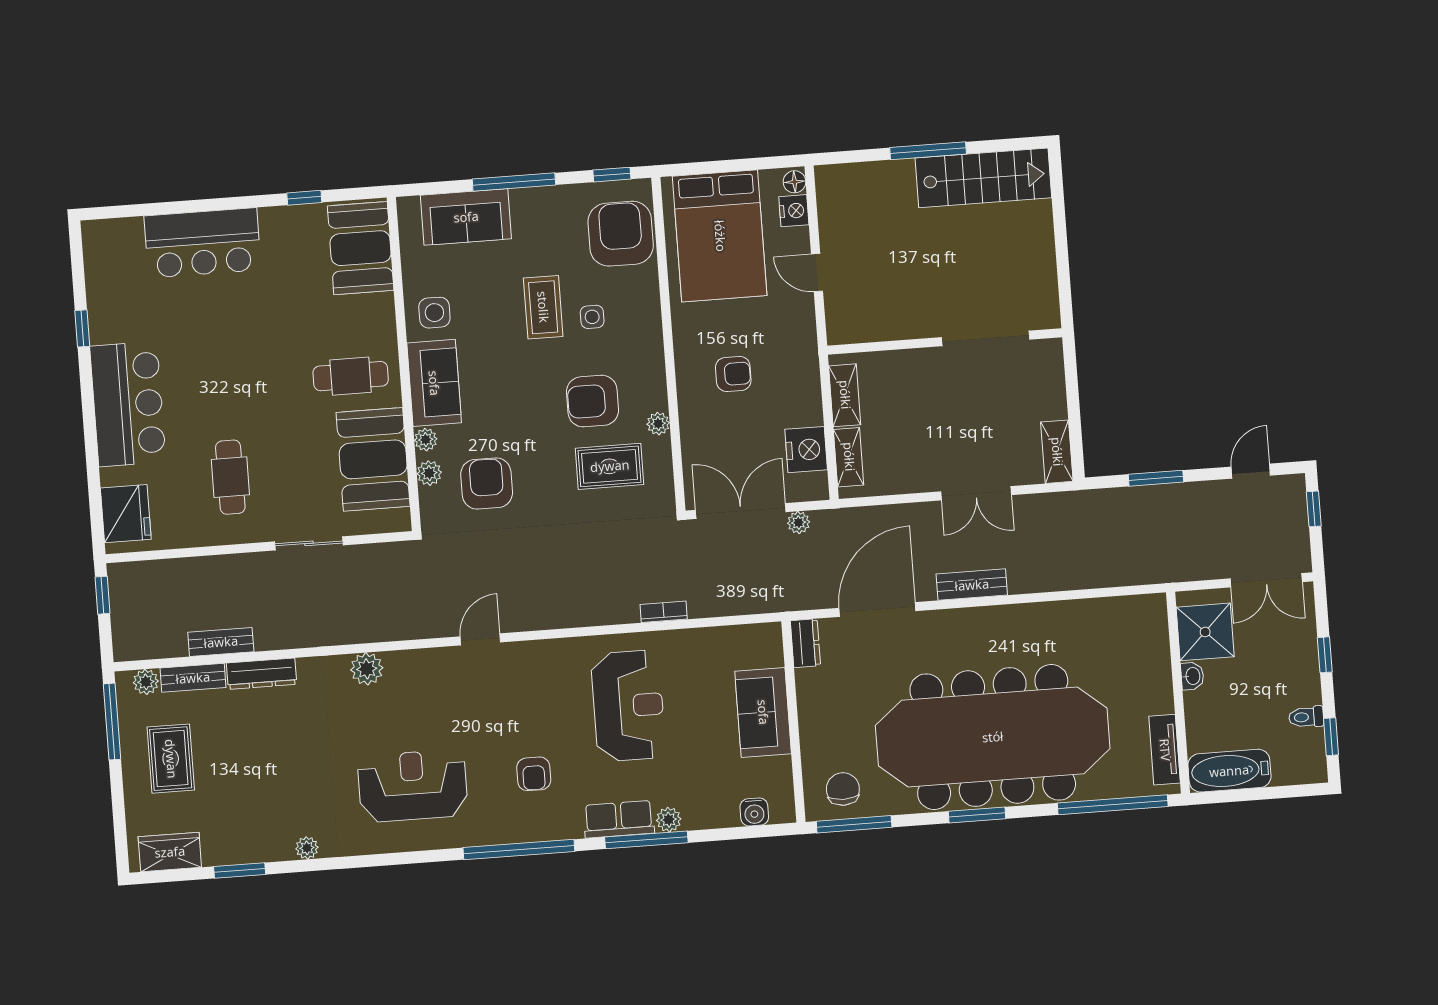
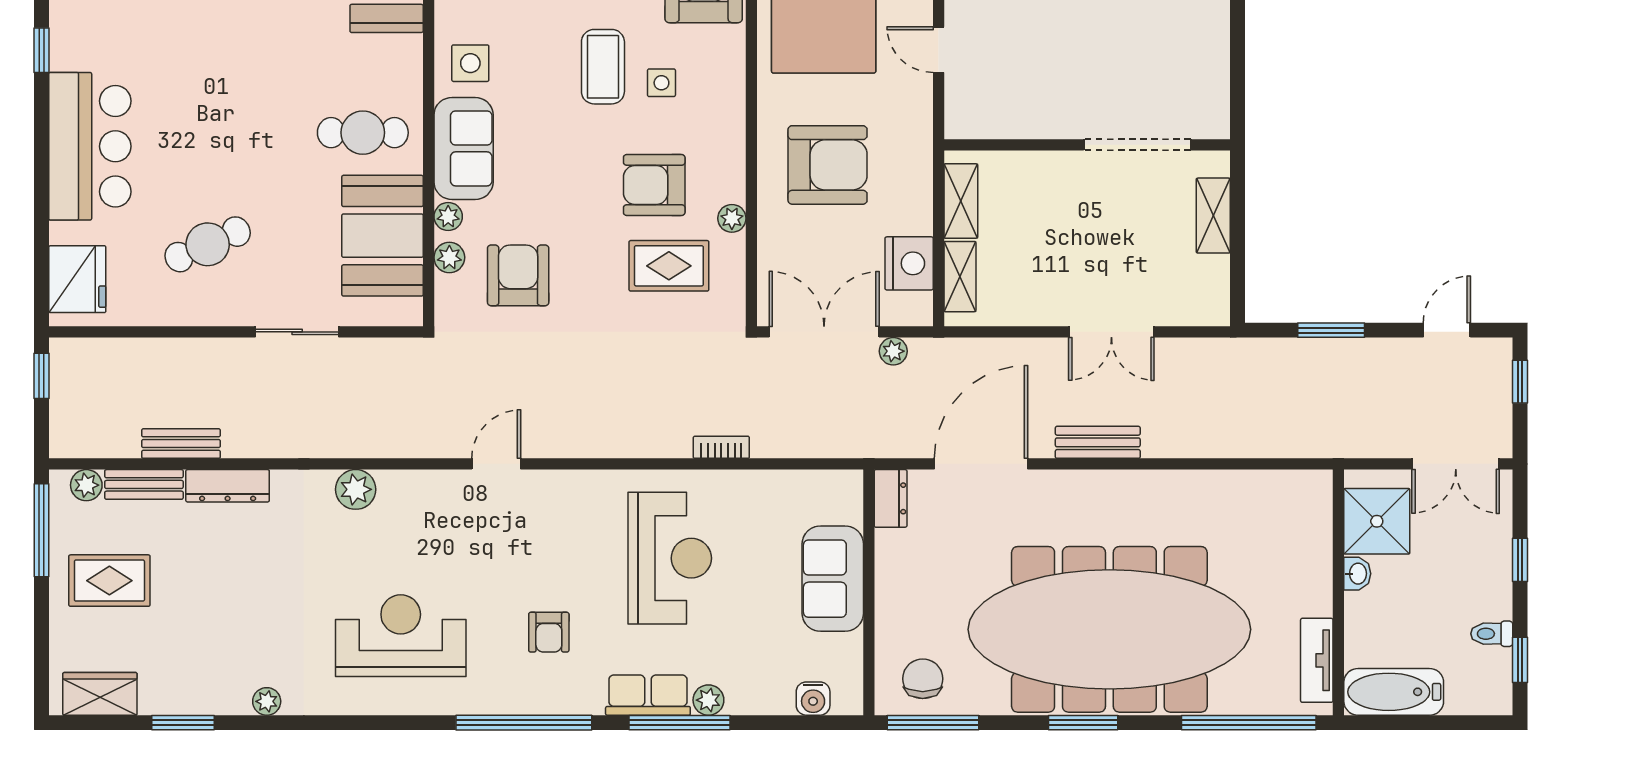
armchair: (733, 374) -> (828, 165), width x1.88, depth x1.88
shelving: (1057, 452) -> (1213, 216), moved
cafe table: (230, 477) -> (208, 244), turned 66
rug: (171, 759) -> (109, 581), turned 90

